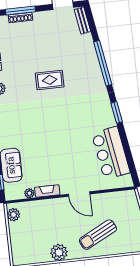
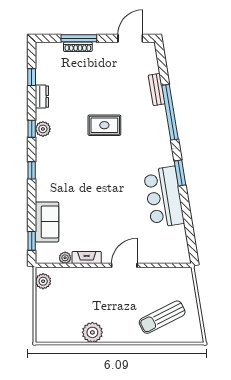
bench: (82, 21) -> (157, 90), moved
bar counter: (111, 153) -> (164, 197), moved
door: (79, 194) -> (124, 265), swing flipped
sun lounger: (98, 235) -> (162, 317), moved

